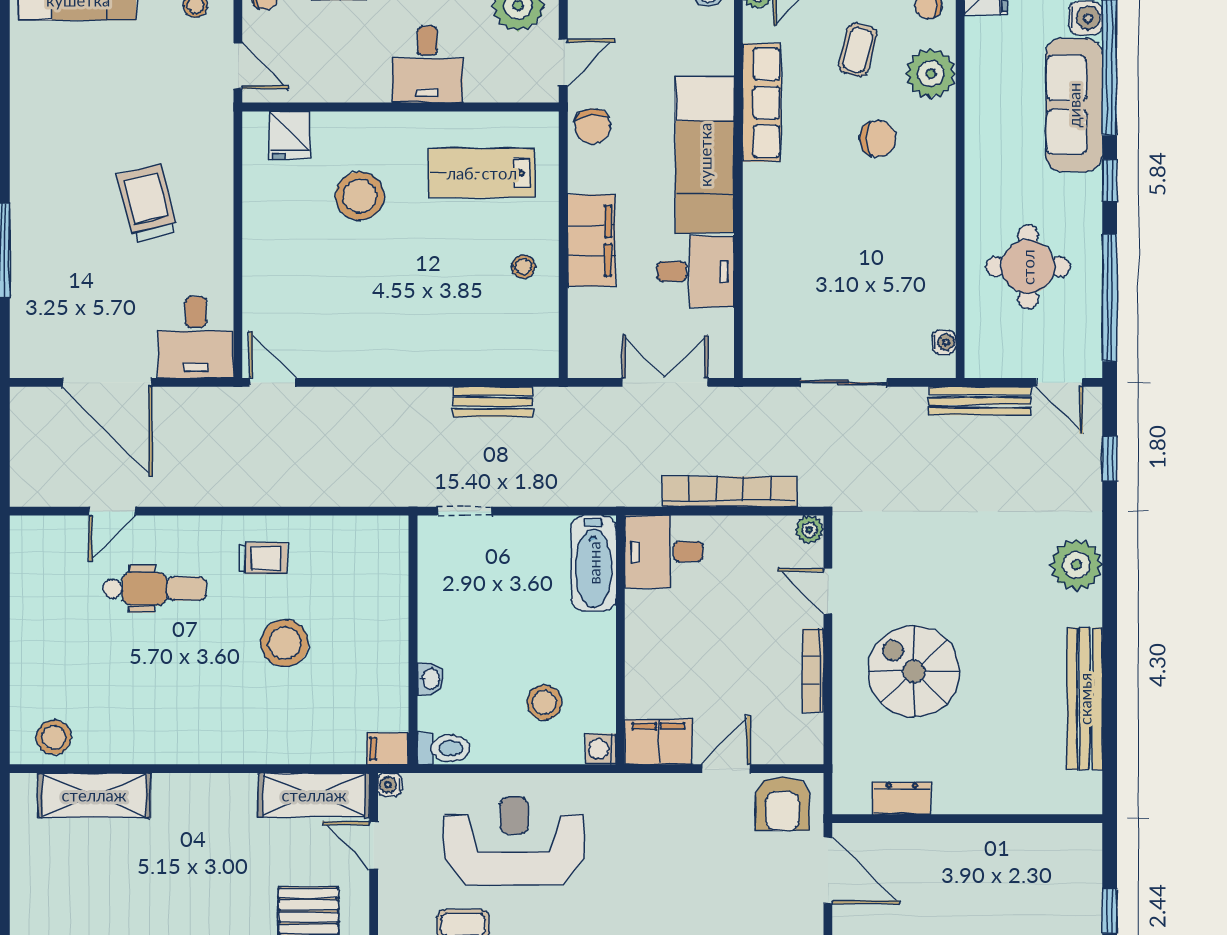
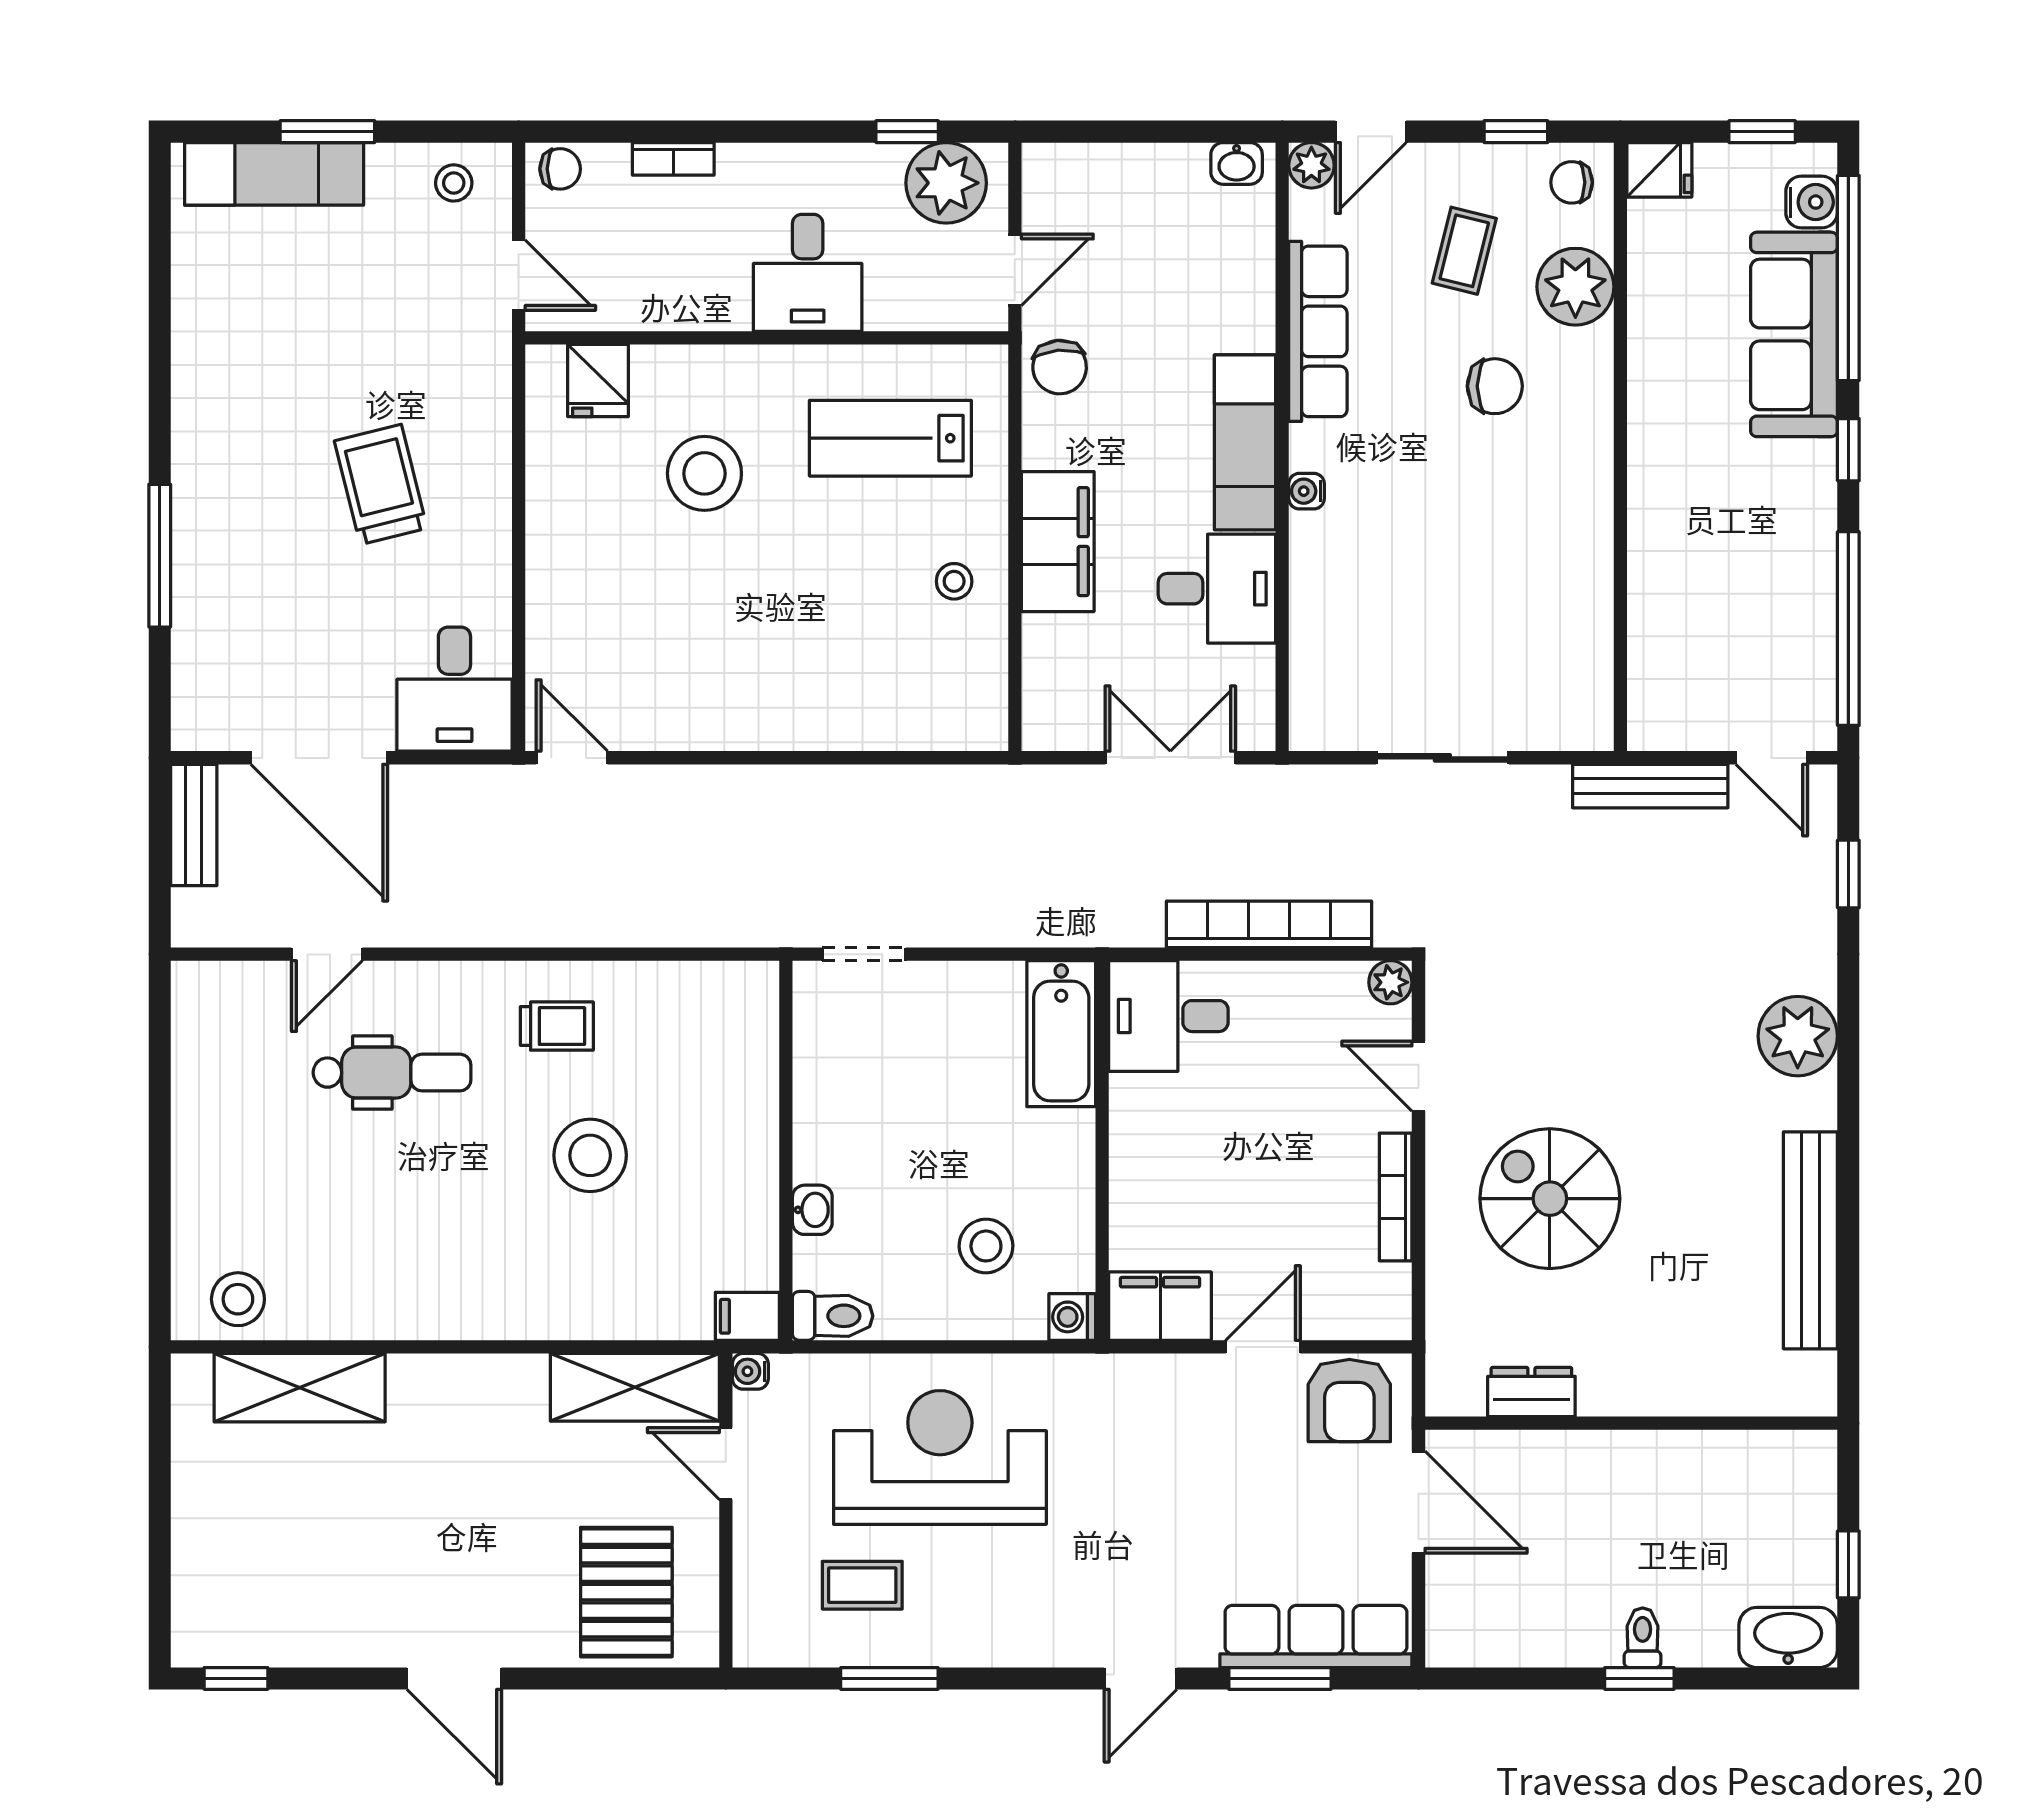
exam couch: (705, 155) -> (1245, 442), width x0.73, depth x0.69
round table: (1028, 267) -> (1724, 581), removed
water cooler: (944, 342) -> (1307, 491), moved, turned 180
bench: (493, 402) -> (194, 825), moved, turned 90

